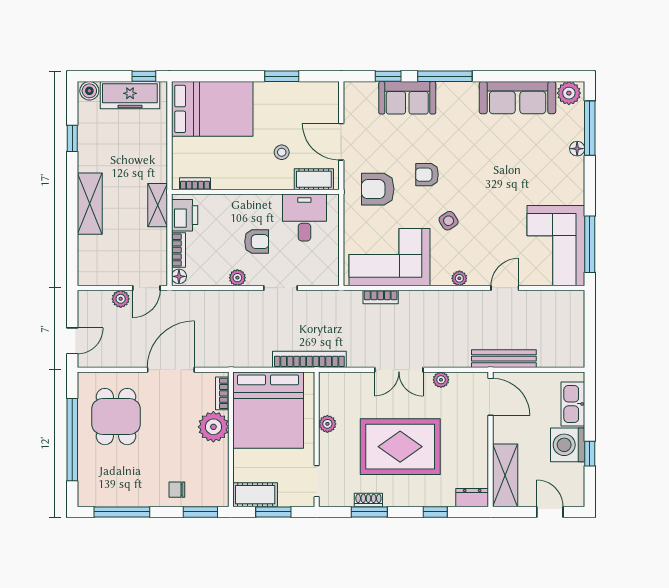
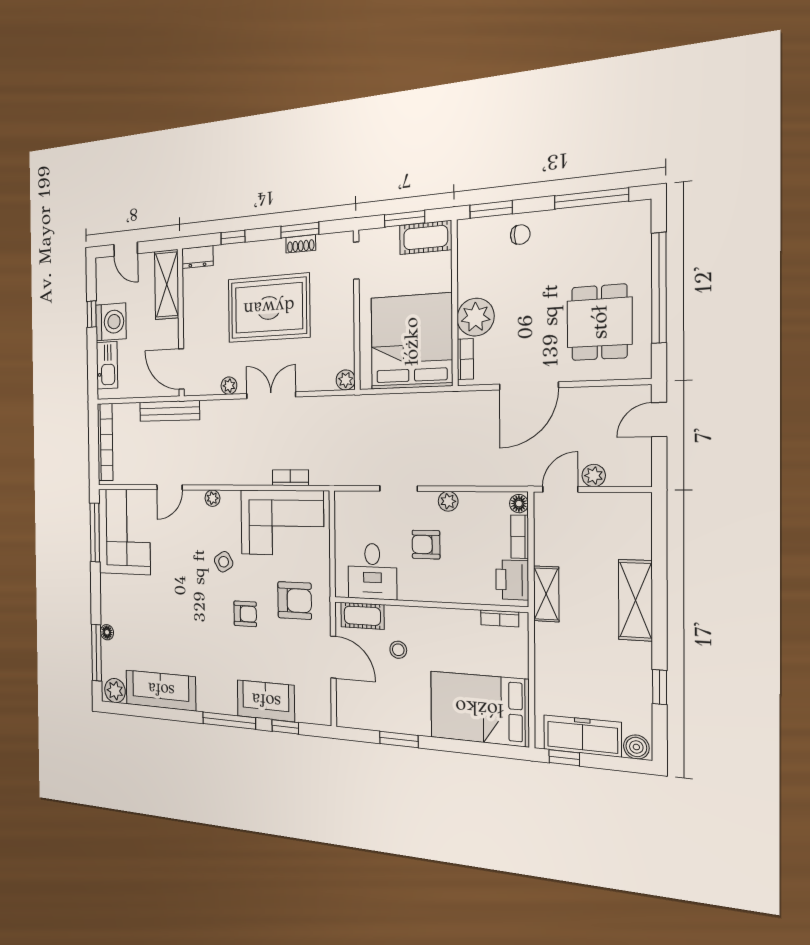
bookcase: (309, 359) -> (105, 442), moved, turned -90
plant: (327, 424) -> (346, 380), moved

